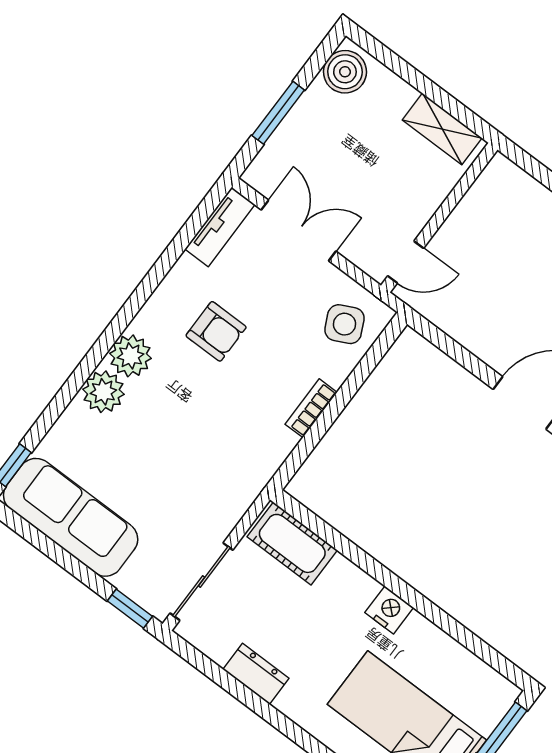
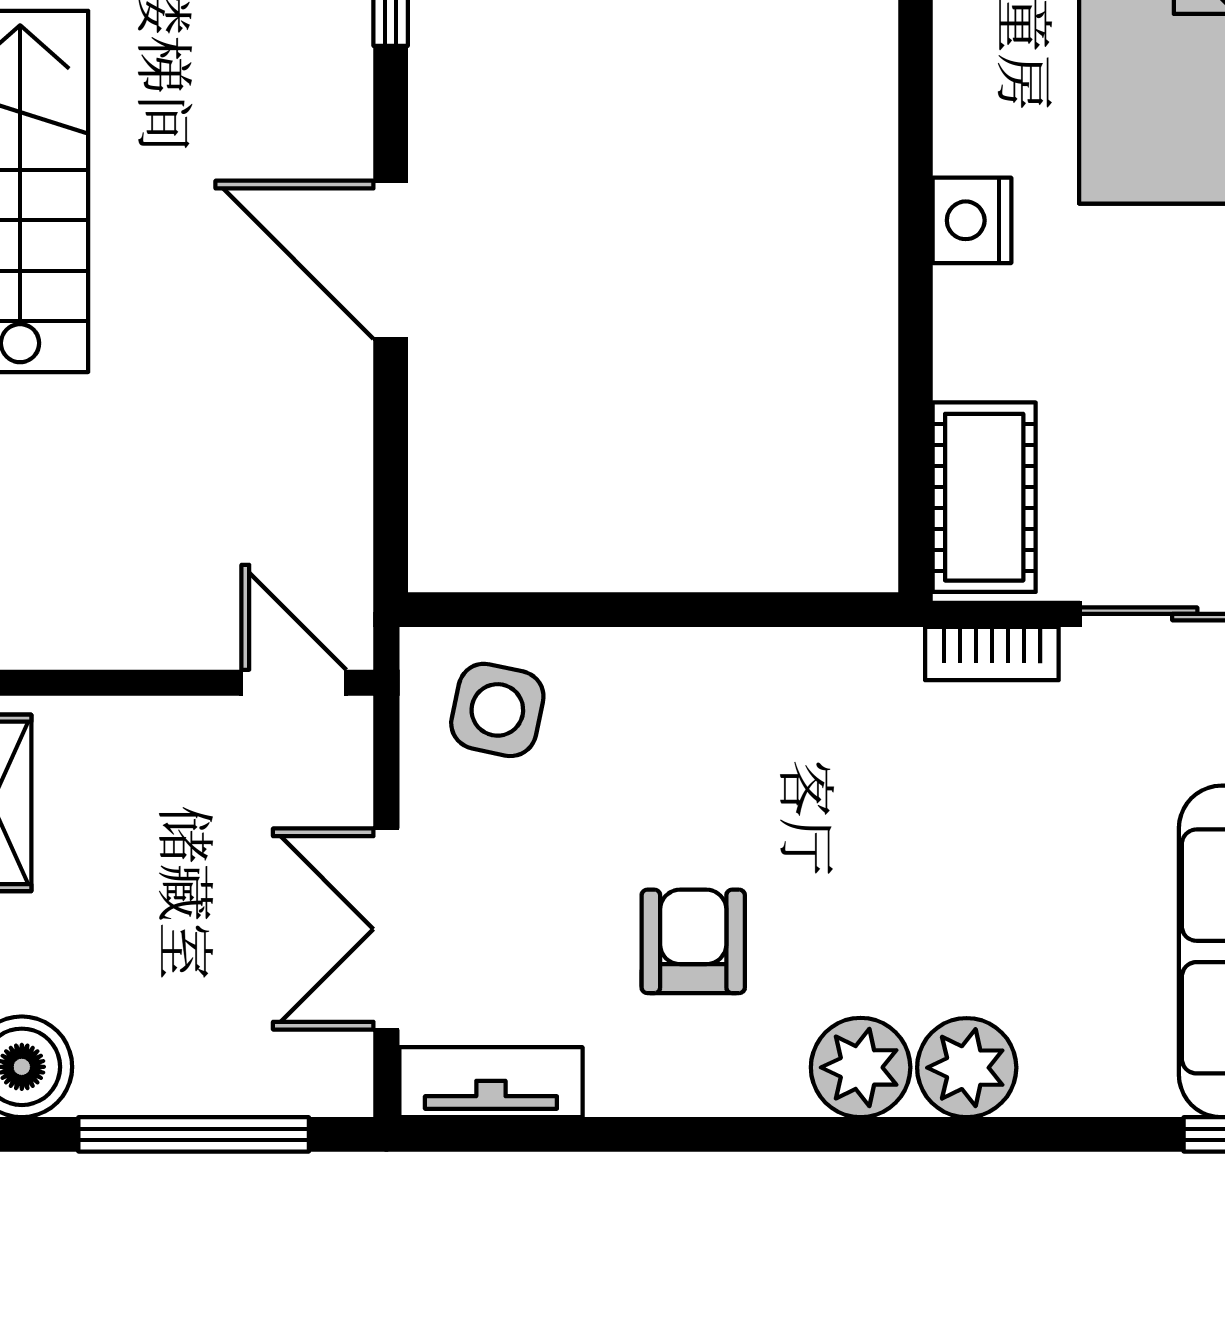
window: (278, 113) -> (194, 1134), width x1.44
side table: (344, 324) -> (497, 710), turned 38
bookcase: (311, 408) -> (992, 654), moved

